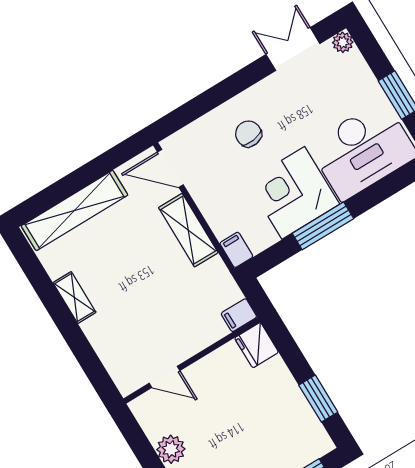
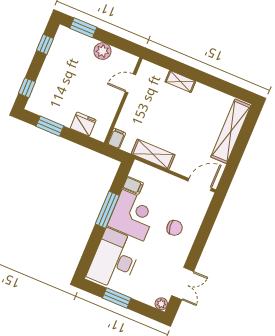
shelving: (188, 230) -> (153, 154), moved
filing cabinet: (236, 250) -> (133, 185), moved
shelving: (74, 298) -> (180, 81), moved
fridge: (257, 345) -> (83, 124), moved

